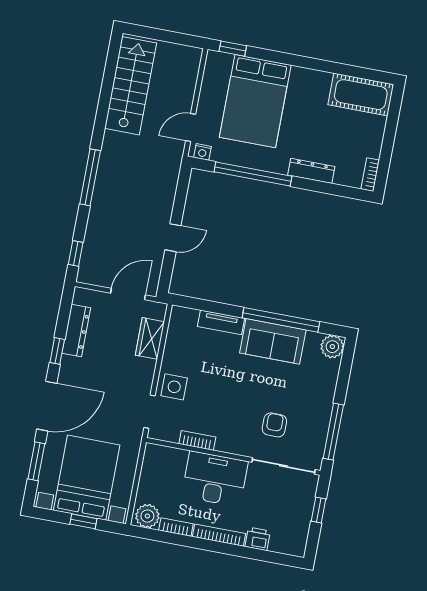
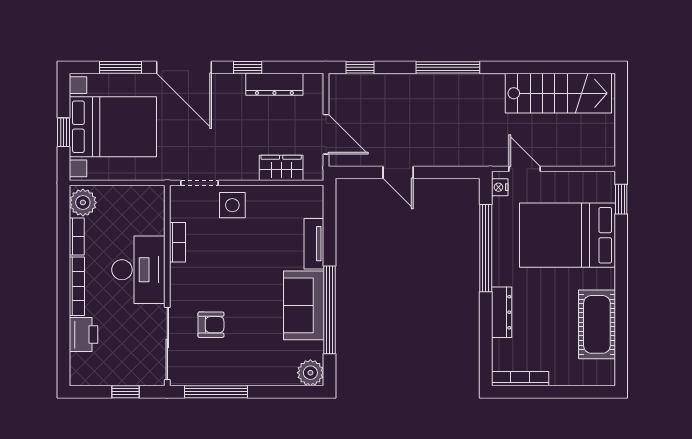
cot: (361, 95) -> (597, 324), moved
bookcase: (370, 175) -> (520, 379), width x1.56
printer: (258, 539) -> (83, 335), width x1.36, depth x1.24

